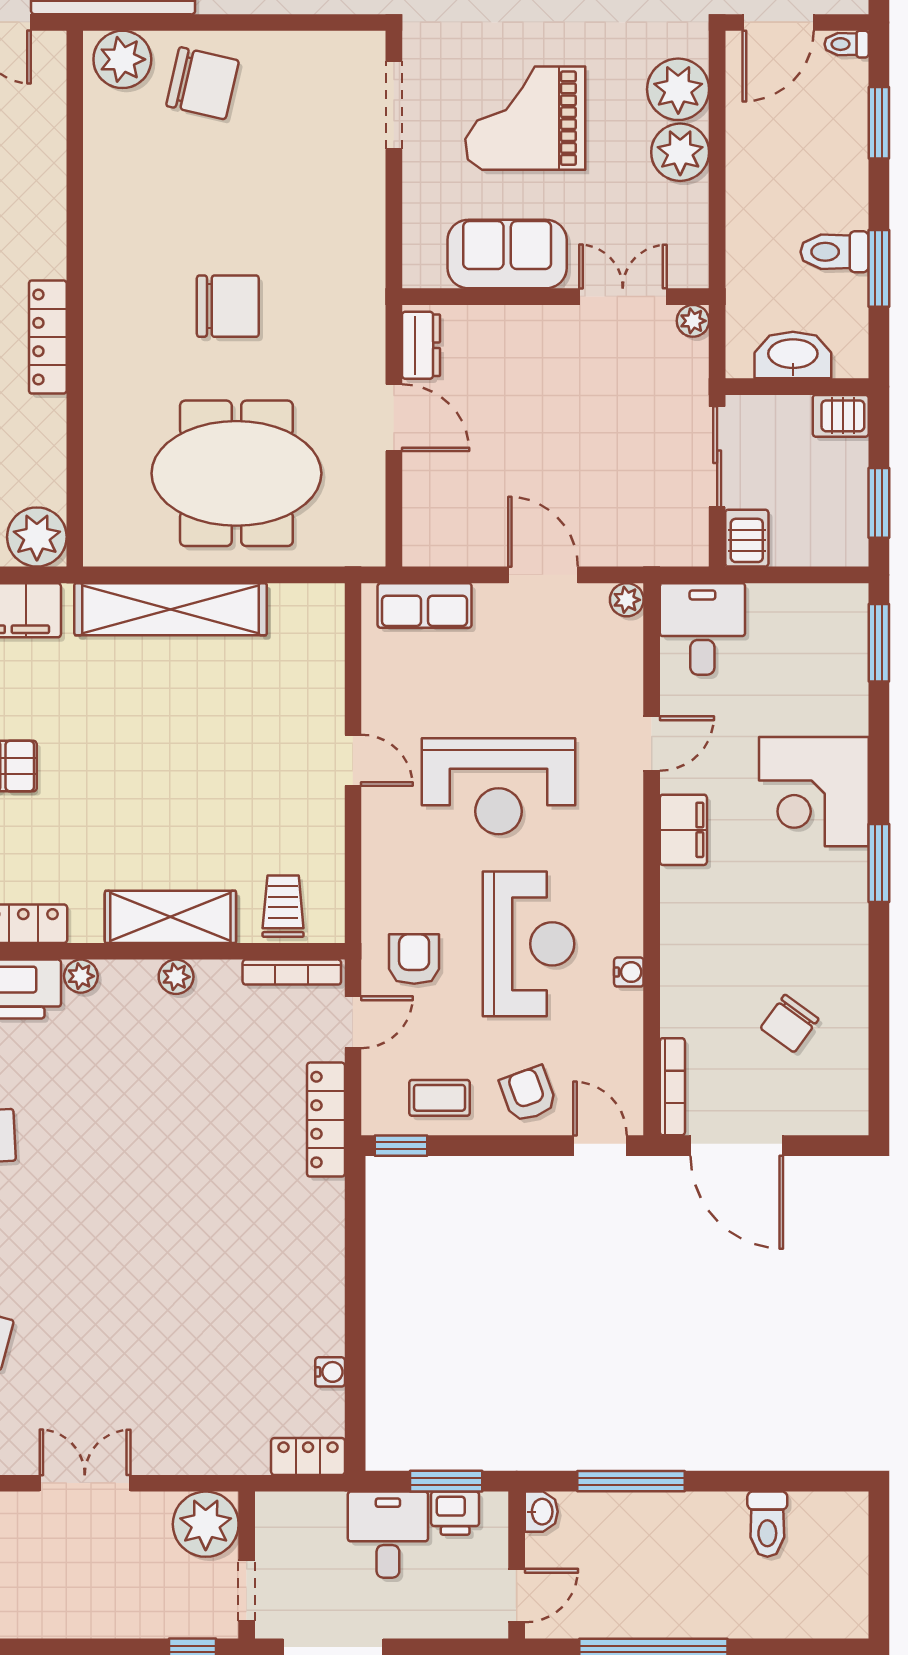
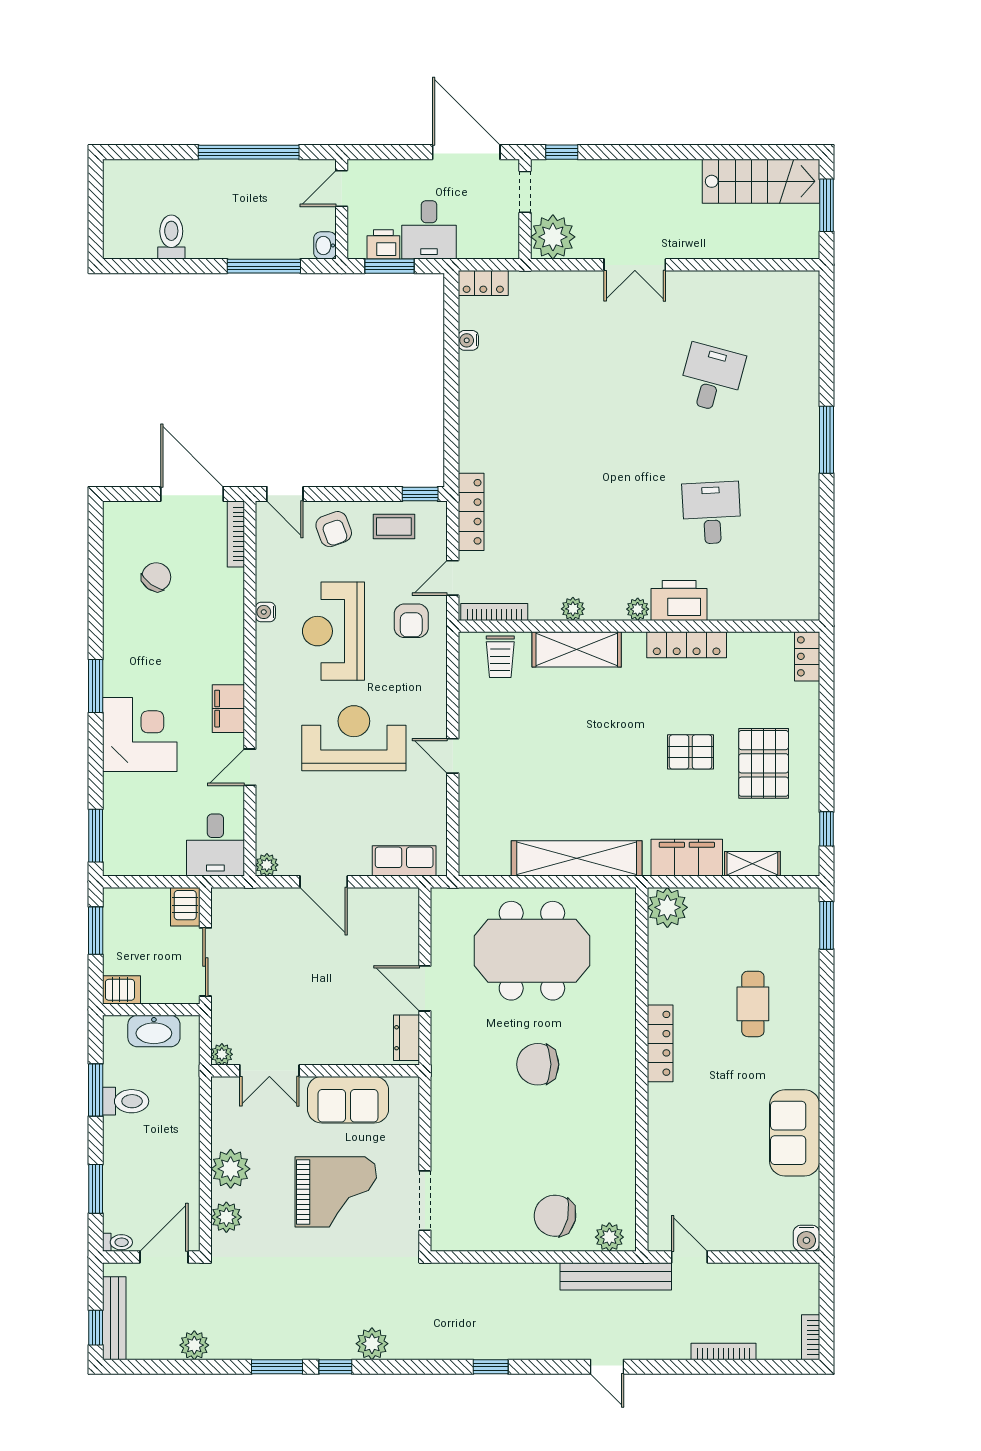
plant: (122, 59) -> (609, 1237), width x0.73, depth x0.73
plant: (678, 89) -> (226, 1217), width x0.73, depth x0.73

